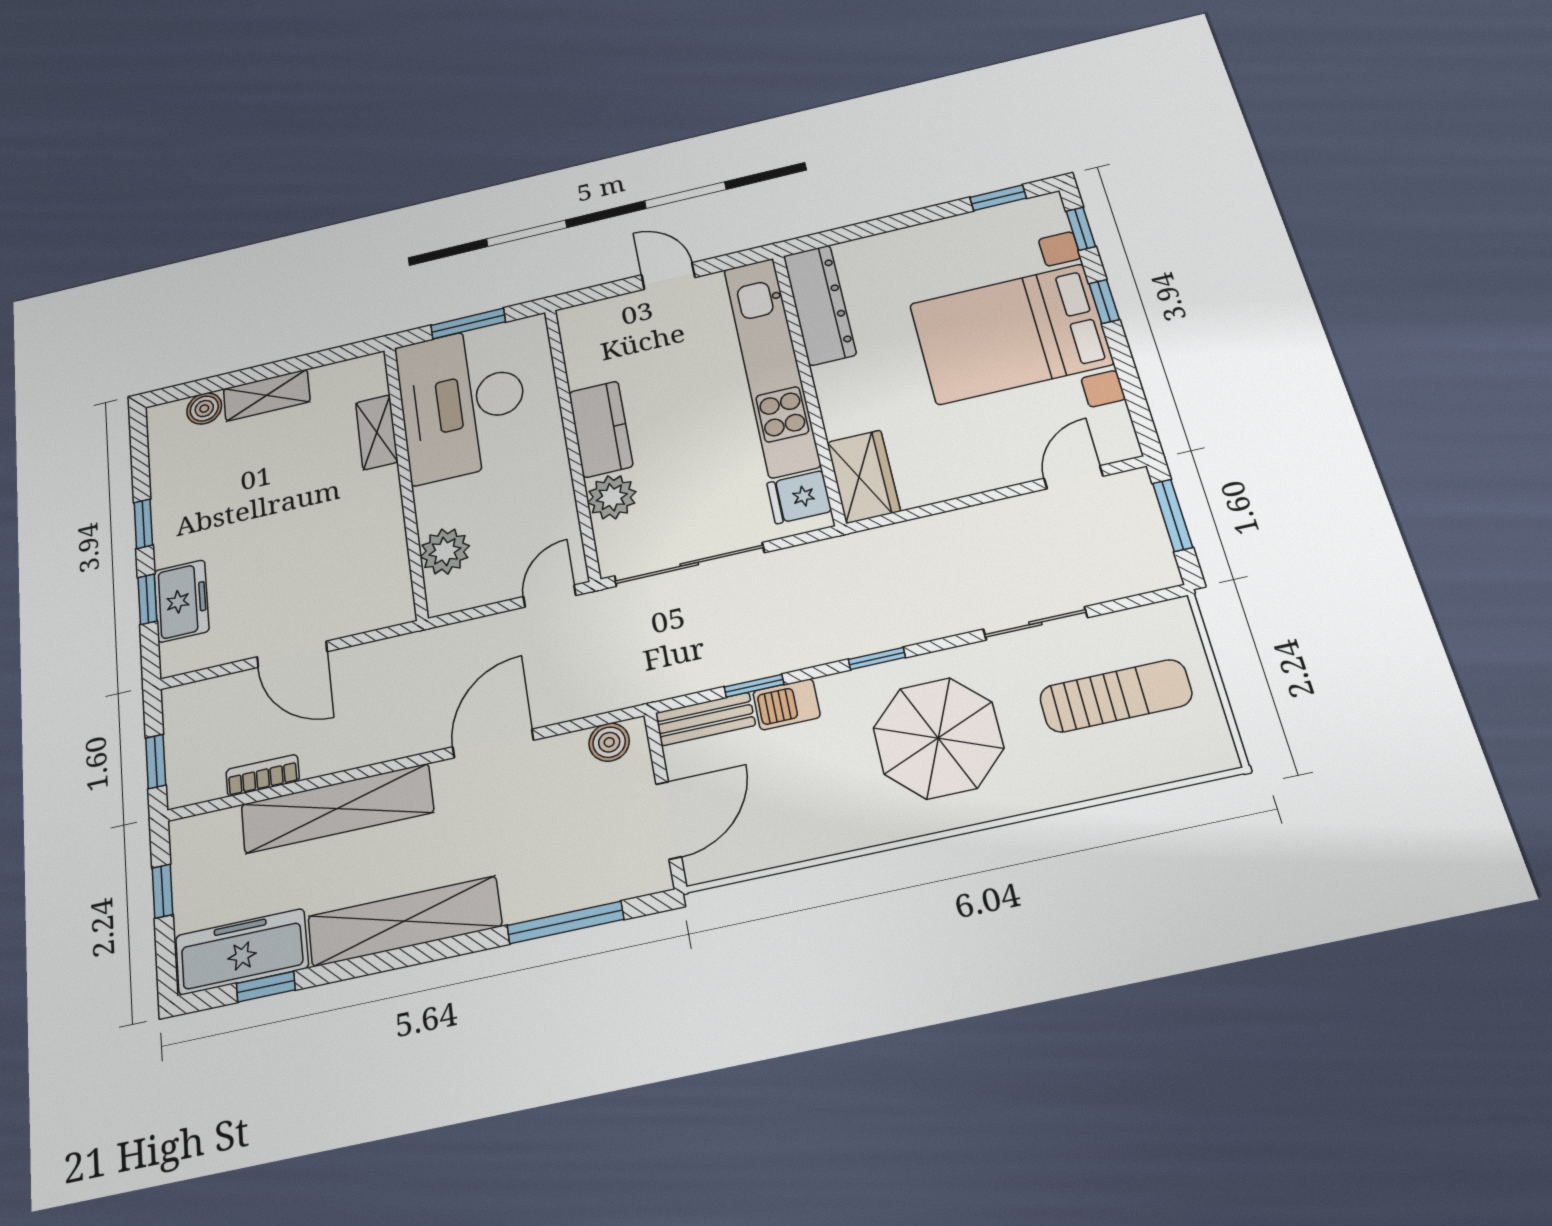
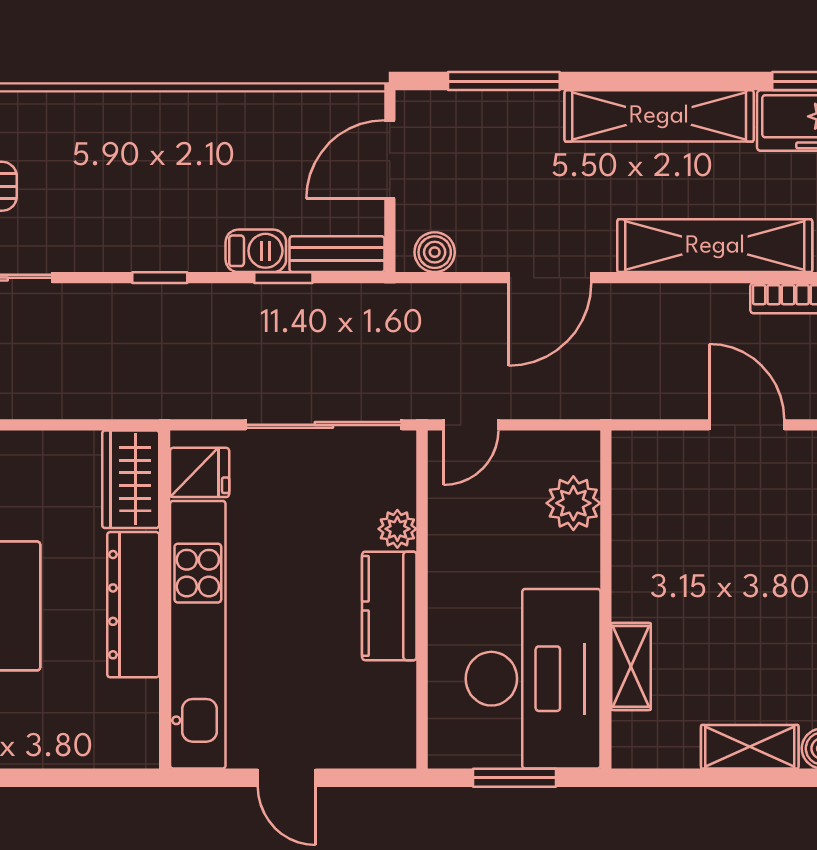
dresser: (819, 305) -> (133, 605), moved
plant: (612, 497) -> (397, 529), width x0.73, depth x0.73
parasol: (938, 738) -> (120, 183), removed

